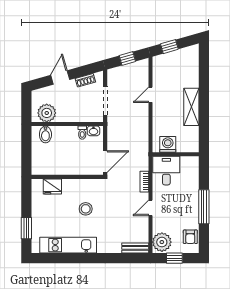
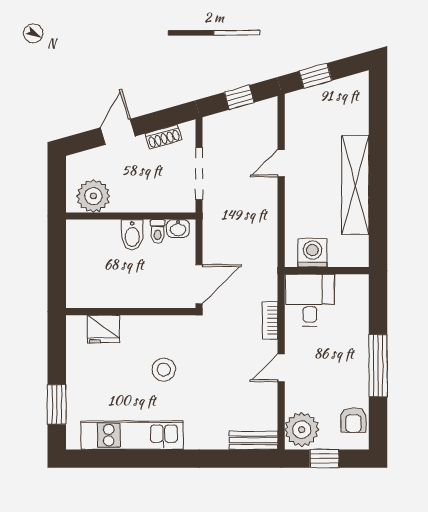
shelving: (191, 107) -> (355, 185), width x1.47
bidet: (45, 134) -> (132, 235), moved

